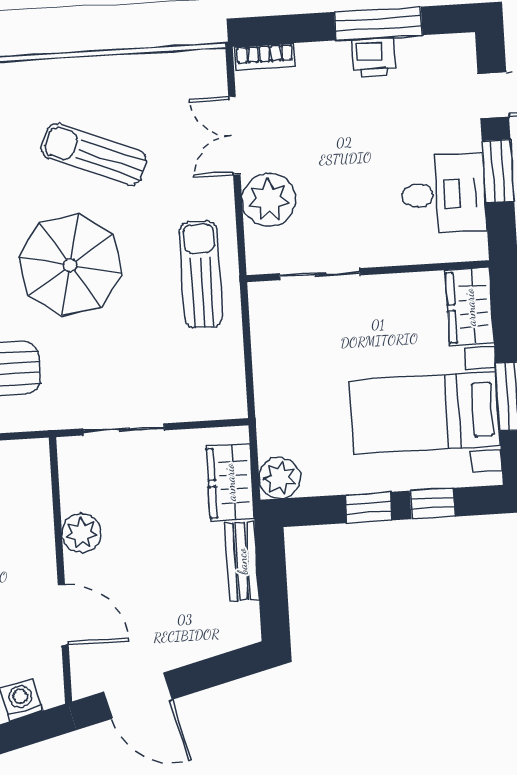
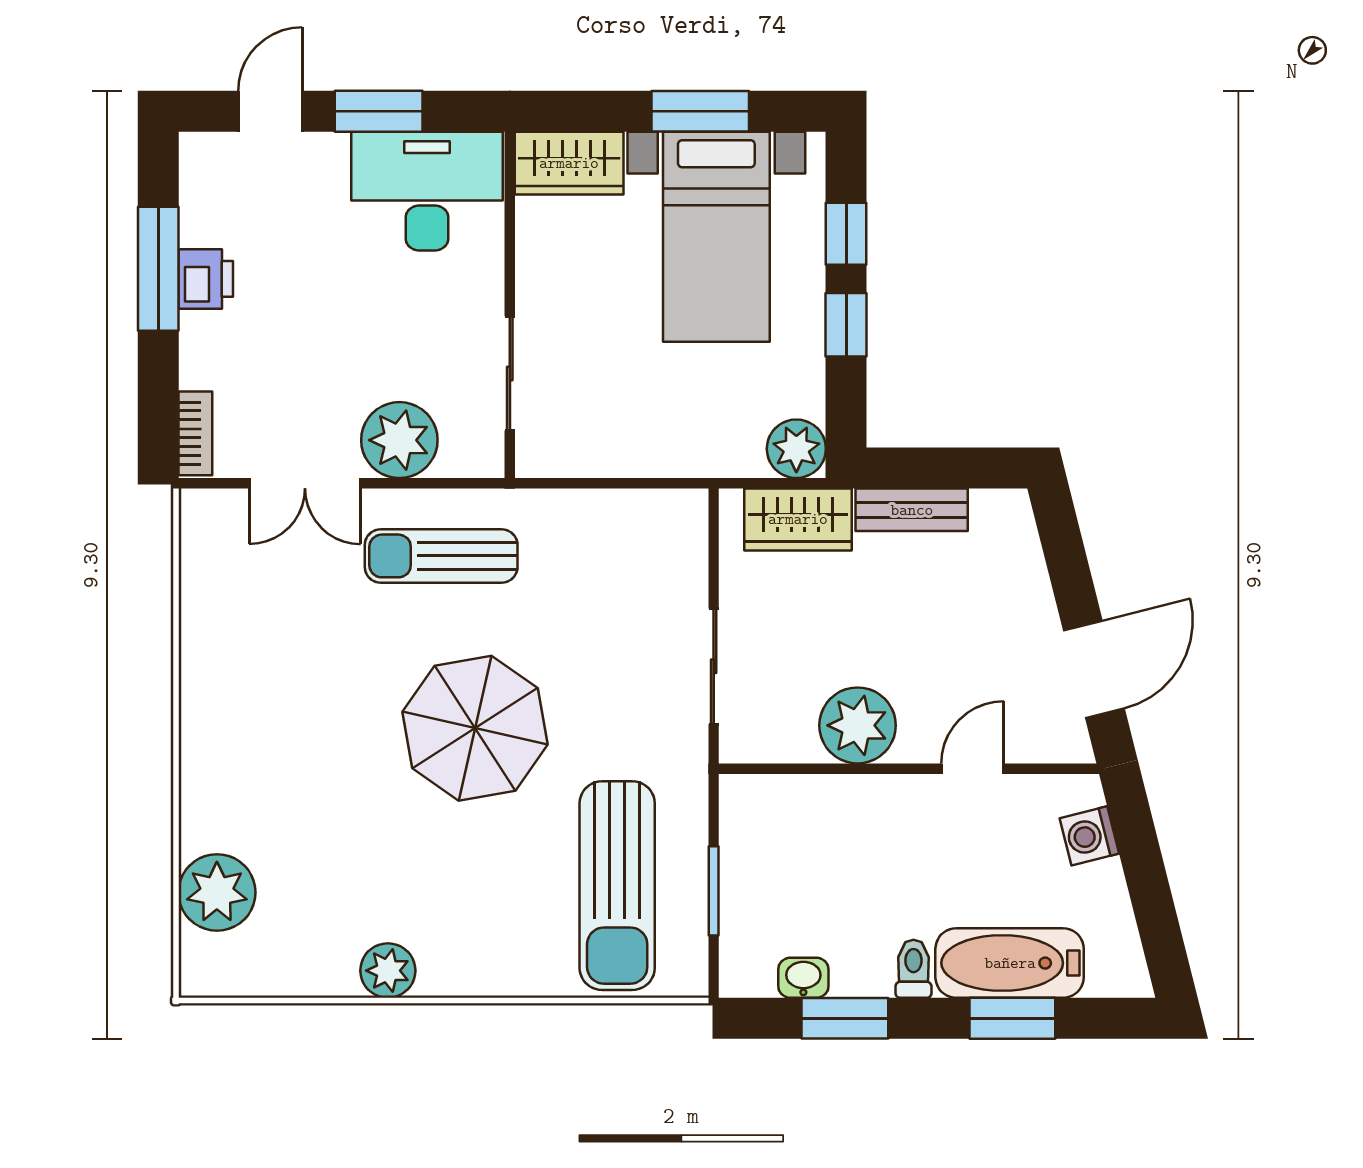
sun lounger: (94, 154) -> (320, 685), removed
desk: (443, 194) -> (427, 191), width x1.37
sun lounger: (201, 274) -> (441, 556), moved
plant: (81, 533) -> (858, 725), width x1.36, depth x1.36
door: (63, 615) -> (973, 769), width x0.73

